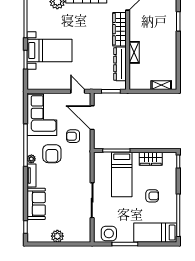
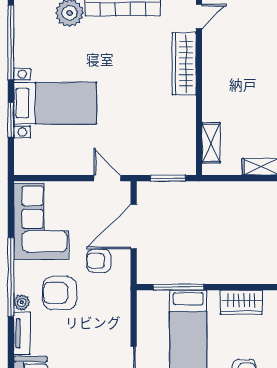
shelving: (134, 52) -> (211, 143), moved
dresser: (120, 64) -> (185, 128), removed
door: (92, 118) -> (134, 227), hinge flipped
armchair: (52, 154) -> (60, 293), turned 90

